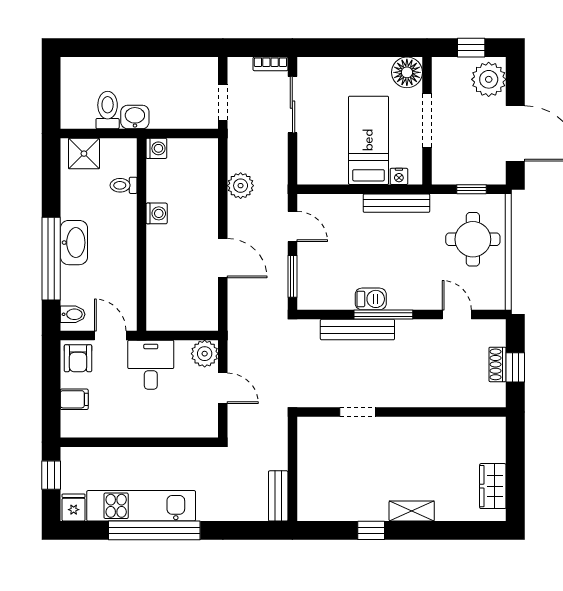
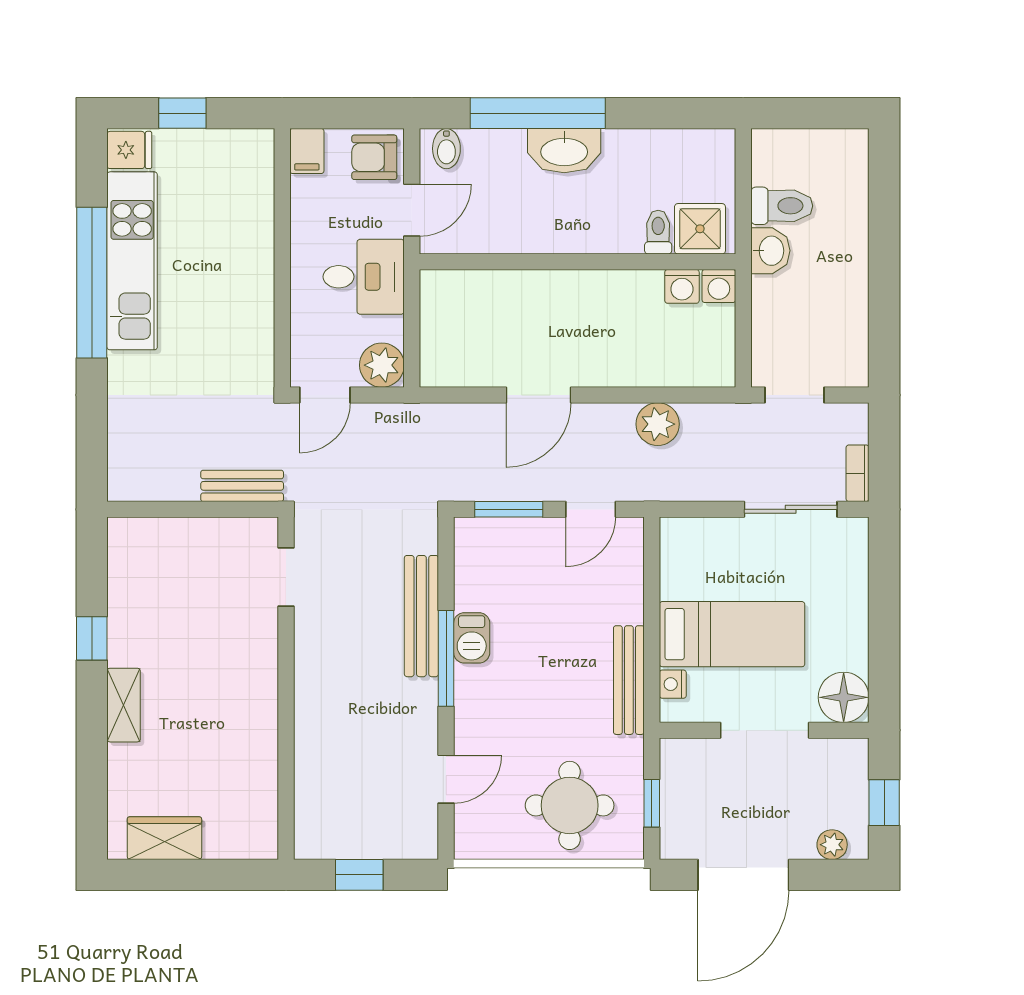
plant: (489, 79) -> (832, 845), width x0.53, depth x0.53
shower: (84, 154) -> (700, 229), moved
washing machine: (157, 213) -> (682, 286), moved
shoe rack: (497, 364) -> (364, 846), removed
doorway: (357, 412) -> (286, 577), moved
wall: (139, 442) -> (282, 258), moved
bench: (278, 496) -> (242, 486), moved

